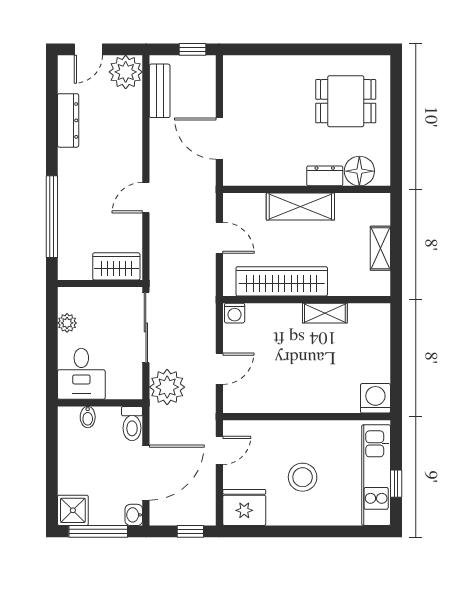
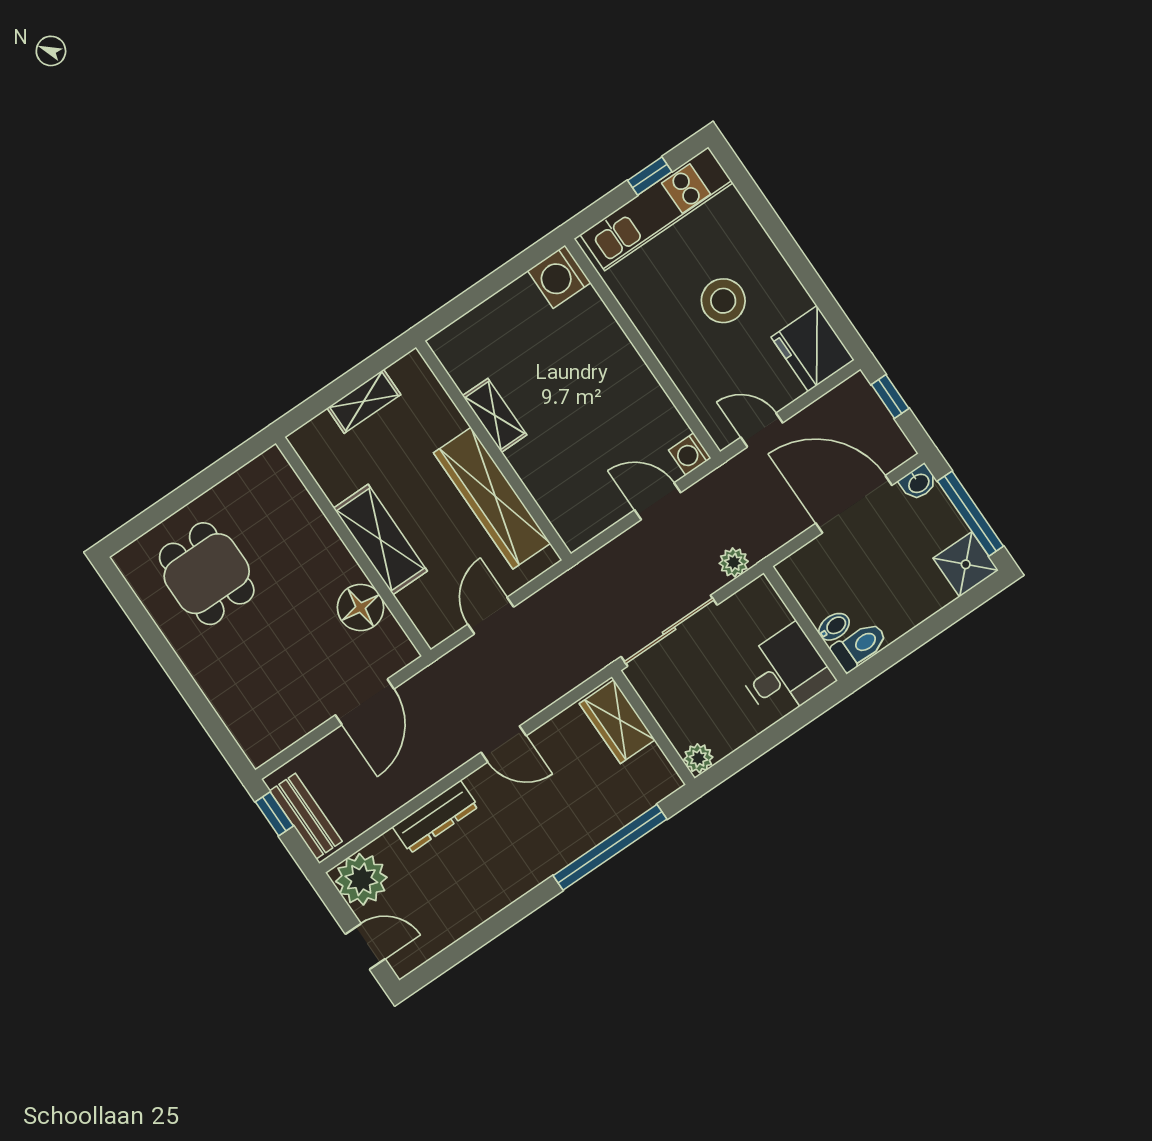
bench: (160, 91) -> (306, 816), moved, turned 90
dresser: (68, 120) -> (435, 817), moved, turned 180
floor lamp: (359, 171) -> (361, 607), moved
dresser: (325, 176) -> (320, 535), removed
washing machine: (235, 313) -> (690, 454), moved, turned 180
plant: (67, 323) -> (698, 758), moved
plant: (167, 387) -> (734, 562), width x0.53, depth x0.53
toilet: (132, 424) -> (859, 646), moved

